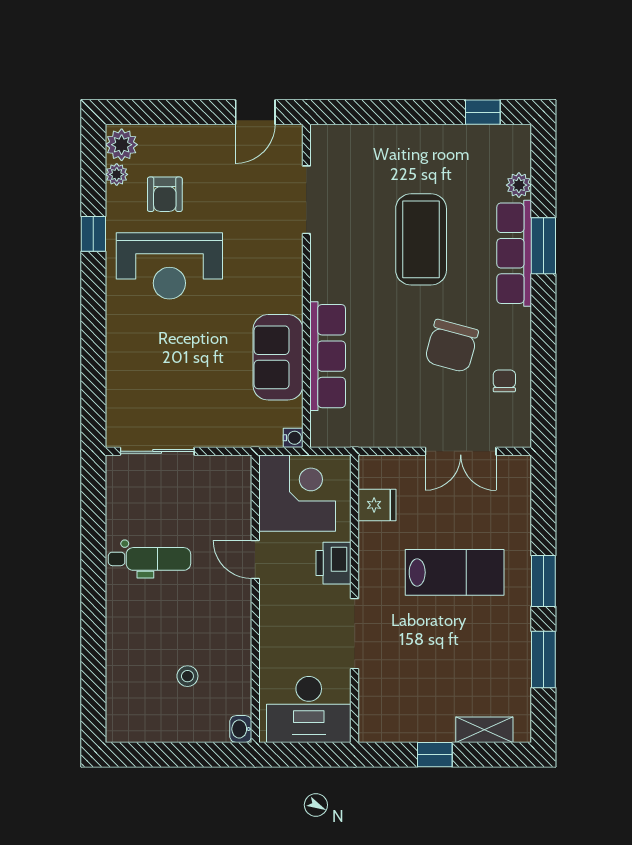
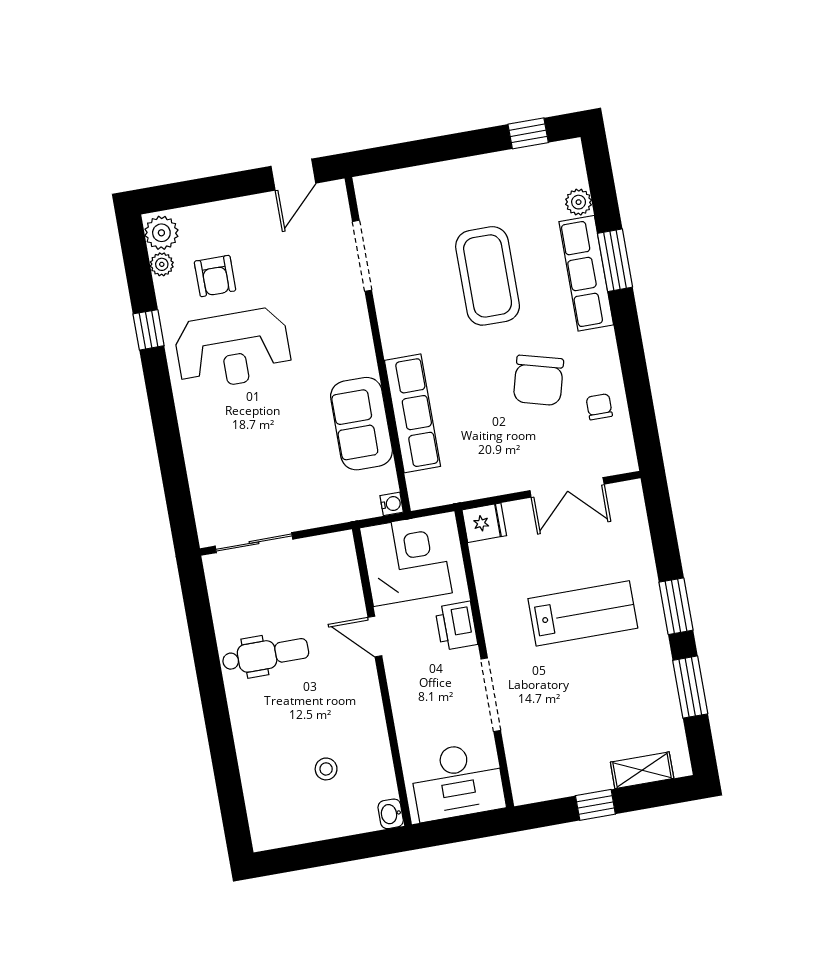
fridge: (377, 505) -> (484, 523), moved

